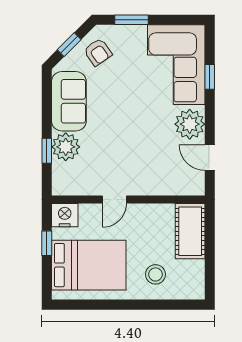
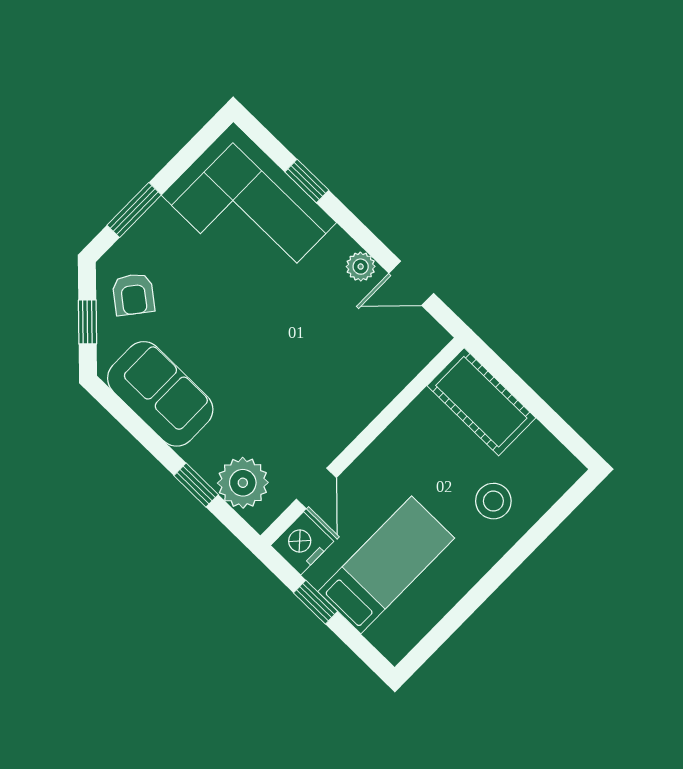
armchair: (98, 52) -> (133, 294), turned 73
plant: (190, 124) -> (361, 267), width x0.53, depth x0.53
plant: (66, 147) -> (243, 483), moved
door: (114, 200) -> (316, 488), moved
bed: (89, 265) -> (386, 565), width x0.67

